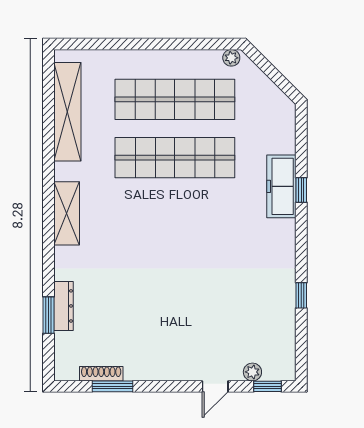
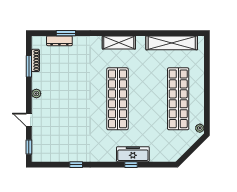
shop shelf: (175, 158) -> (118, 99), moved
dresser: (63, 306) -> (59, 41), moved
plant: (252, 372) -> (36, 94), moved

